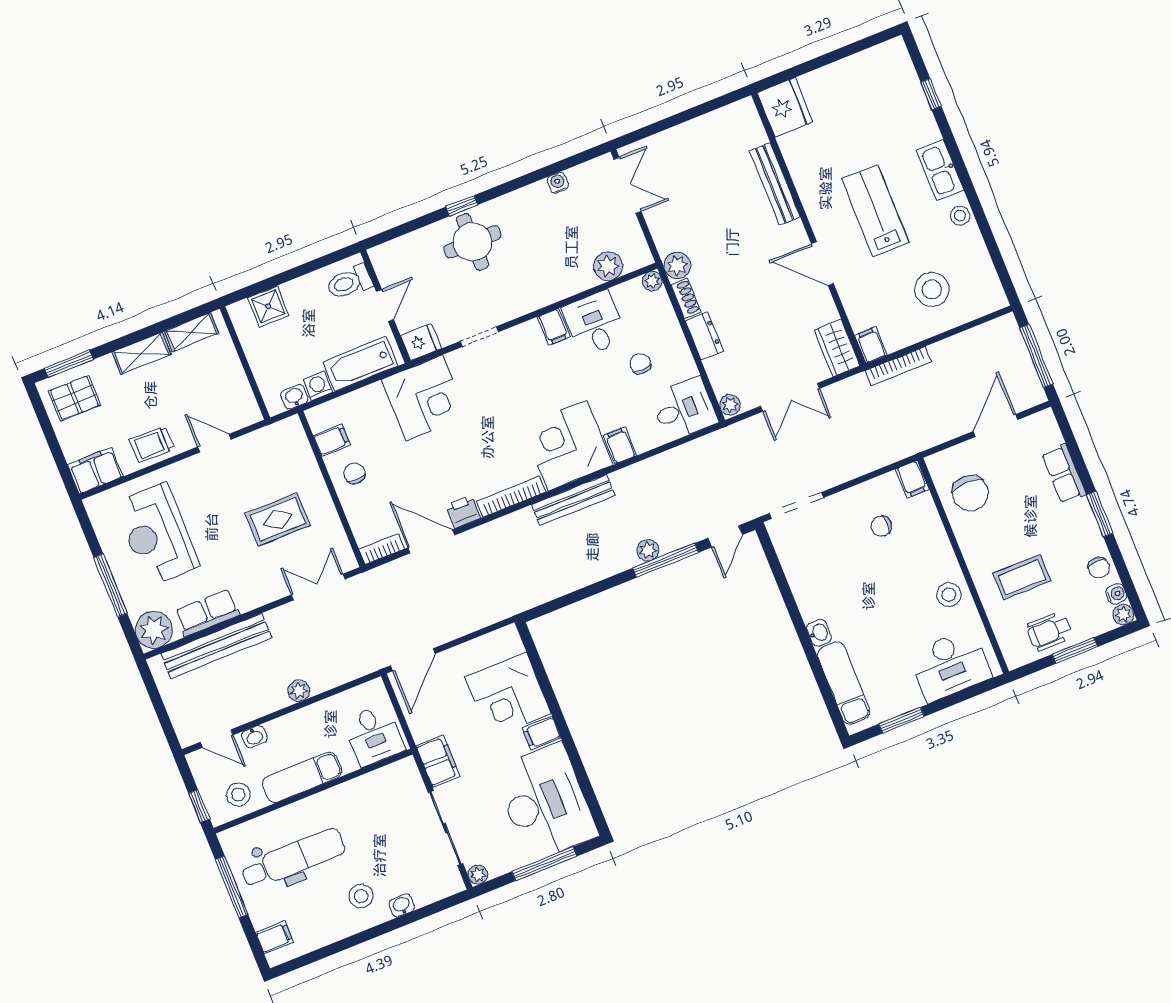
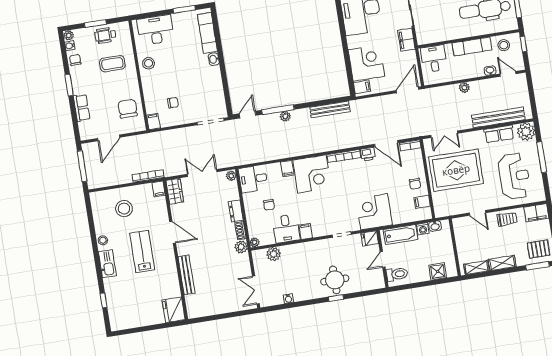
lab bench: (875, 211) -> (142, 251), turned 180
bench: (573, 500) -> (330, 109), moved
rug: (278, 519) -> (456, 170), width x1.86, depth x2.06
wheelchair: (1049, 631) -> (105, 35), turned 180
filing cabinet: (542, 733) -> (362, 87), moved

